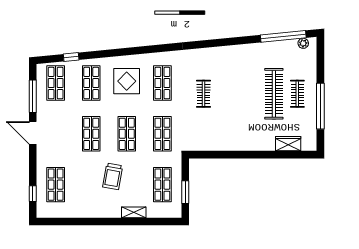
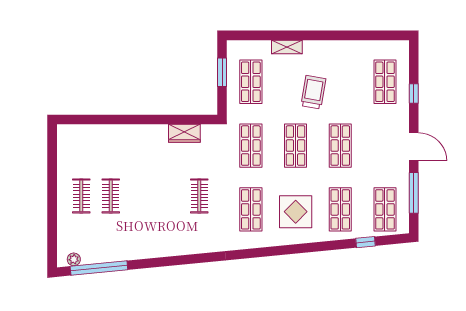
clothes rail: (274, 94) -> (111, 196), width x0.54, depth x0.76
window: (320, 106) -> (52, 180), removed
wardrobe: (288, 144) -> (184, 133), moved
window: (33, 194) -> (414, 94), moved

